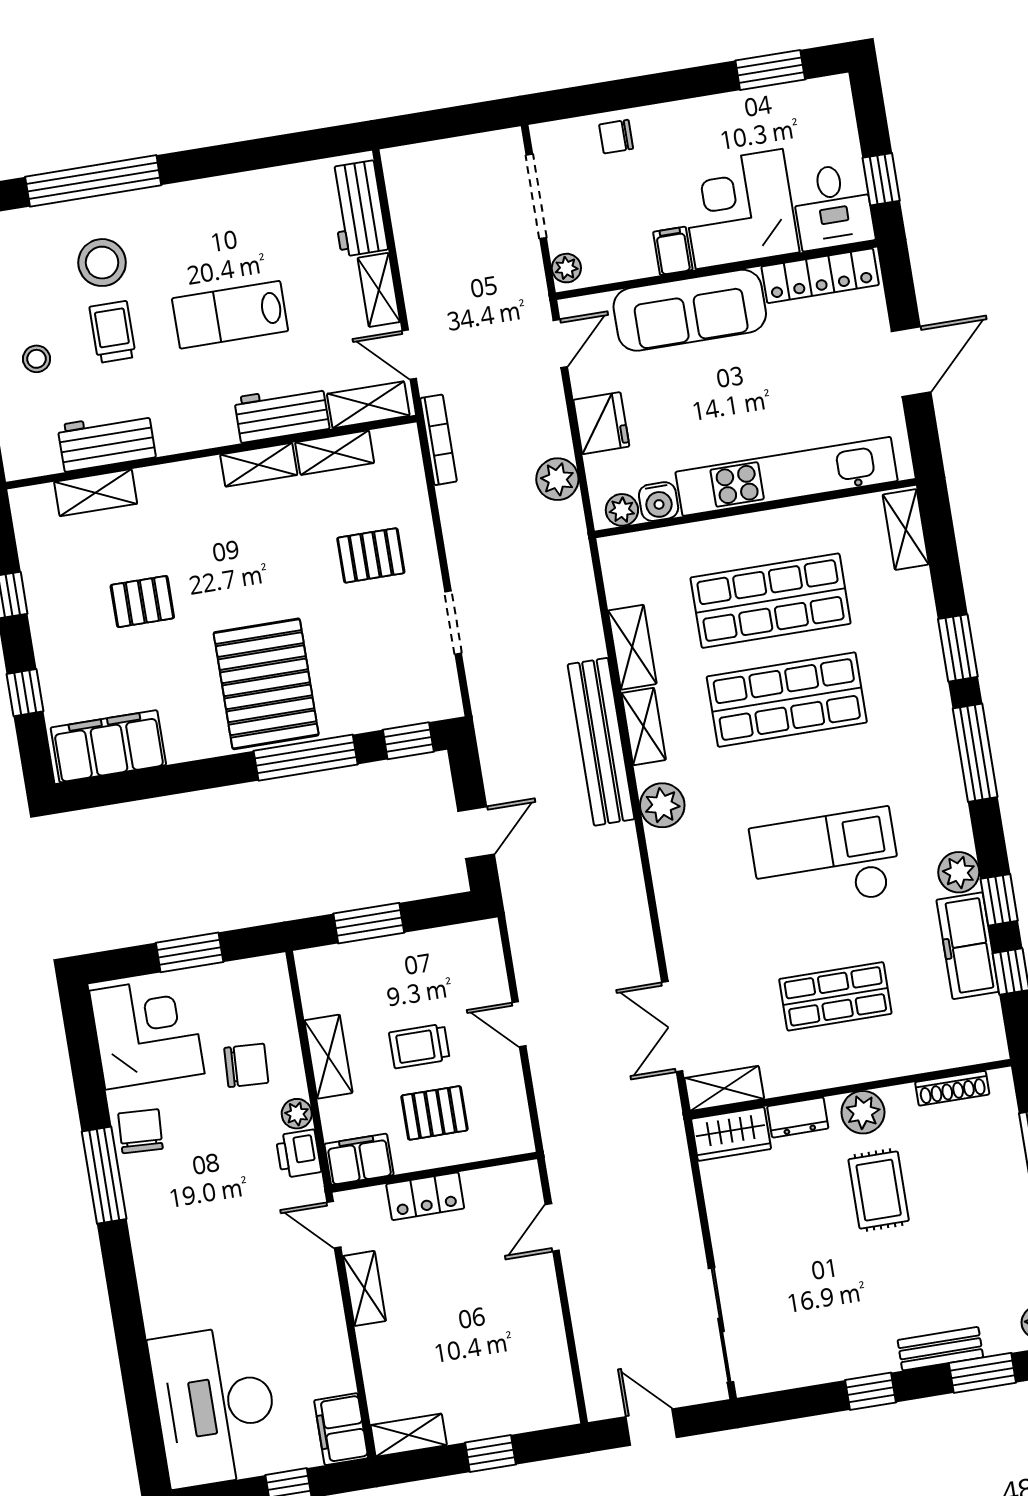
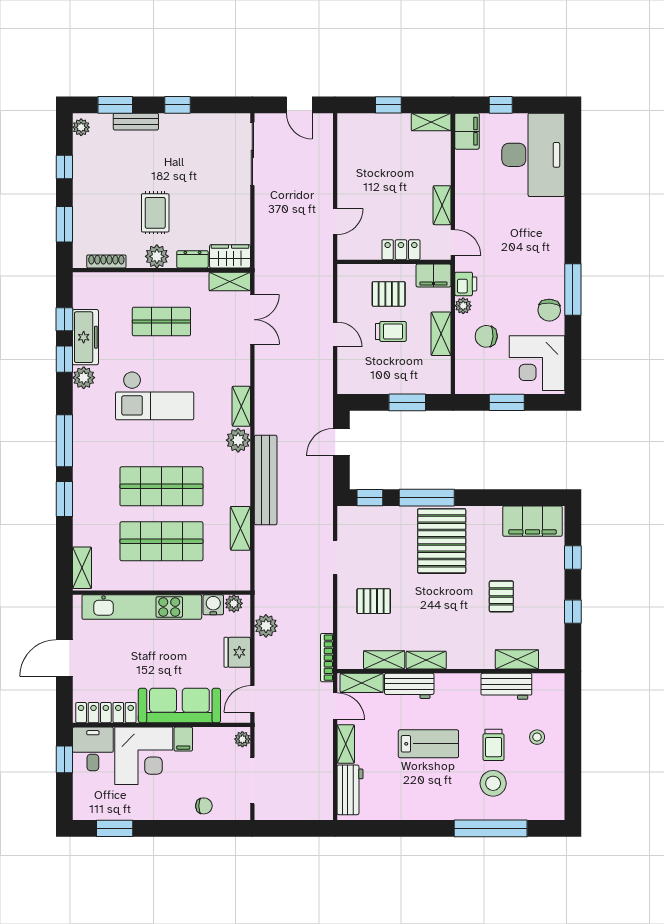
pallet: (142, 602) -> (501, 596), turned 90
shelving: (644, 726) -> (241, 406), moved

